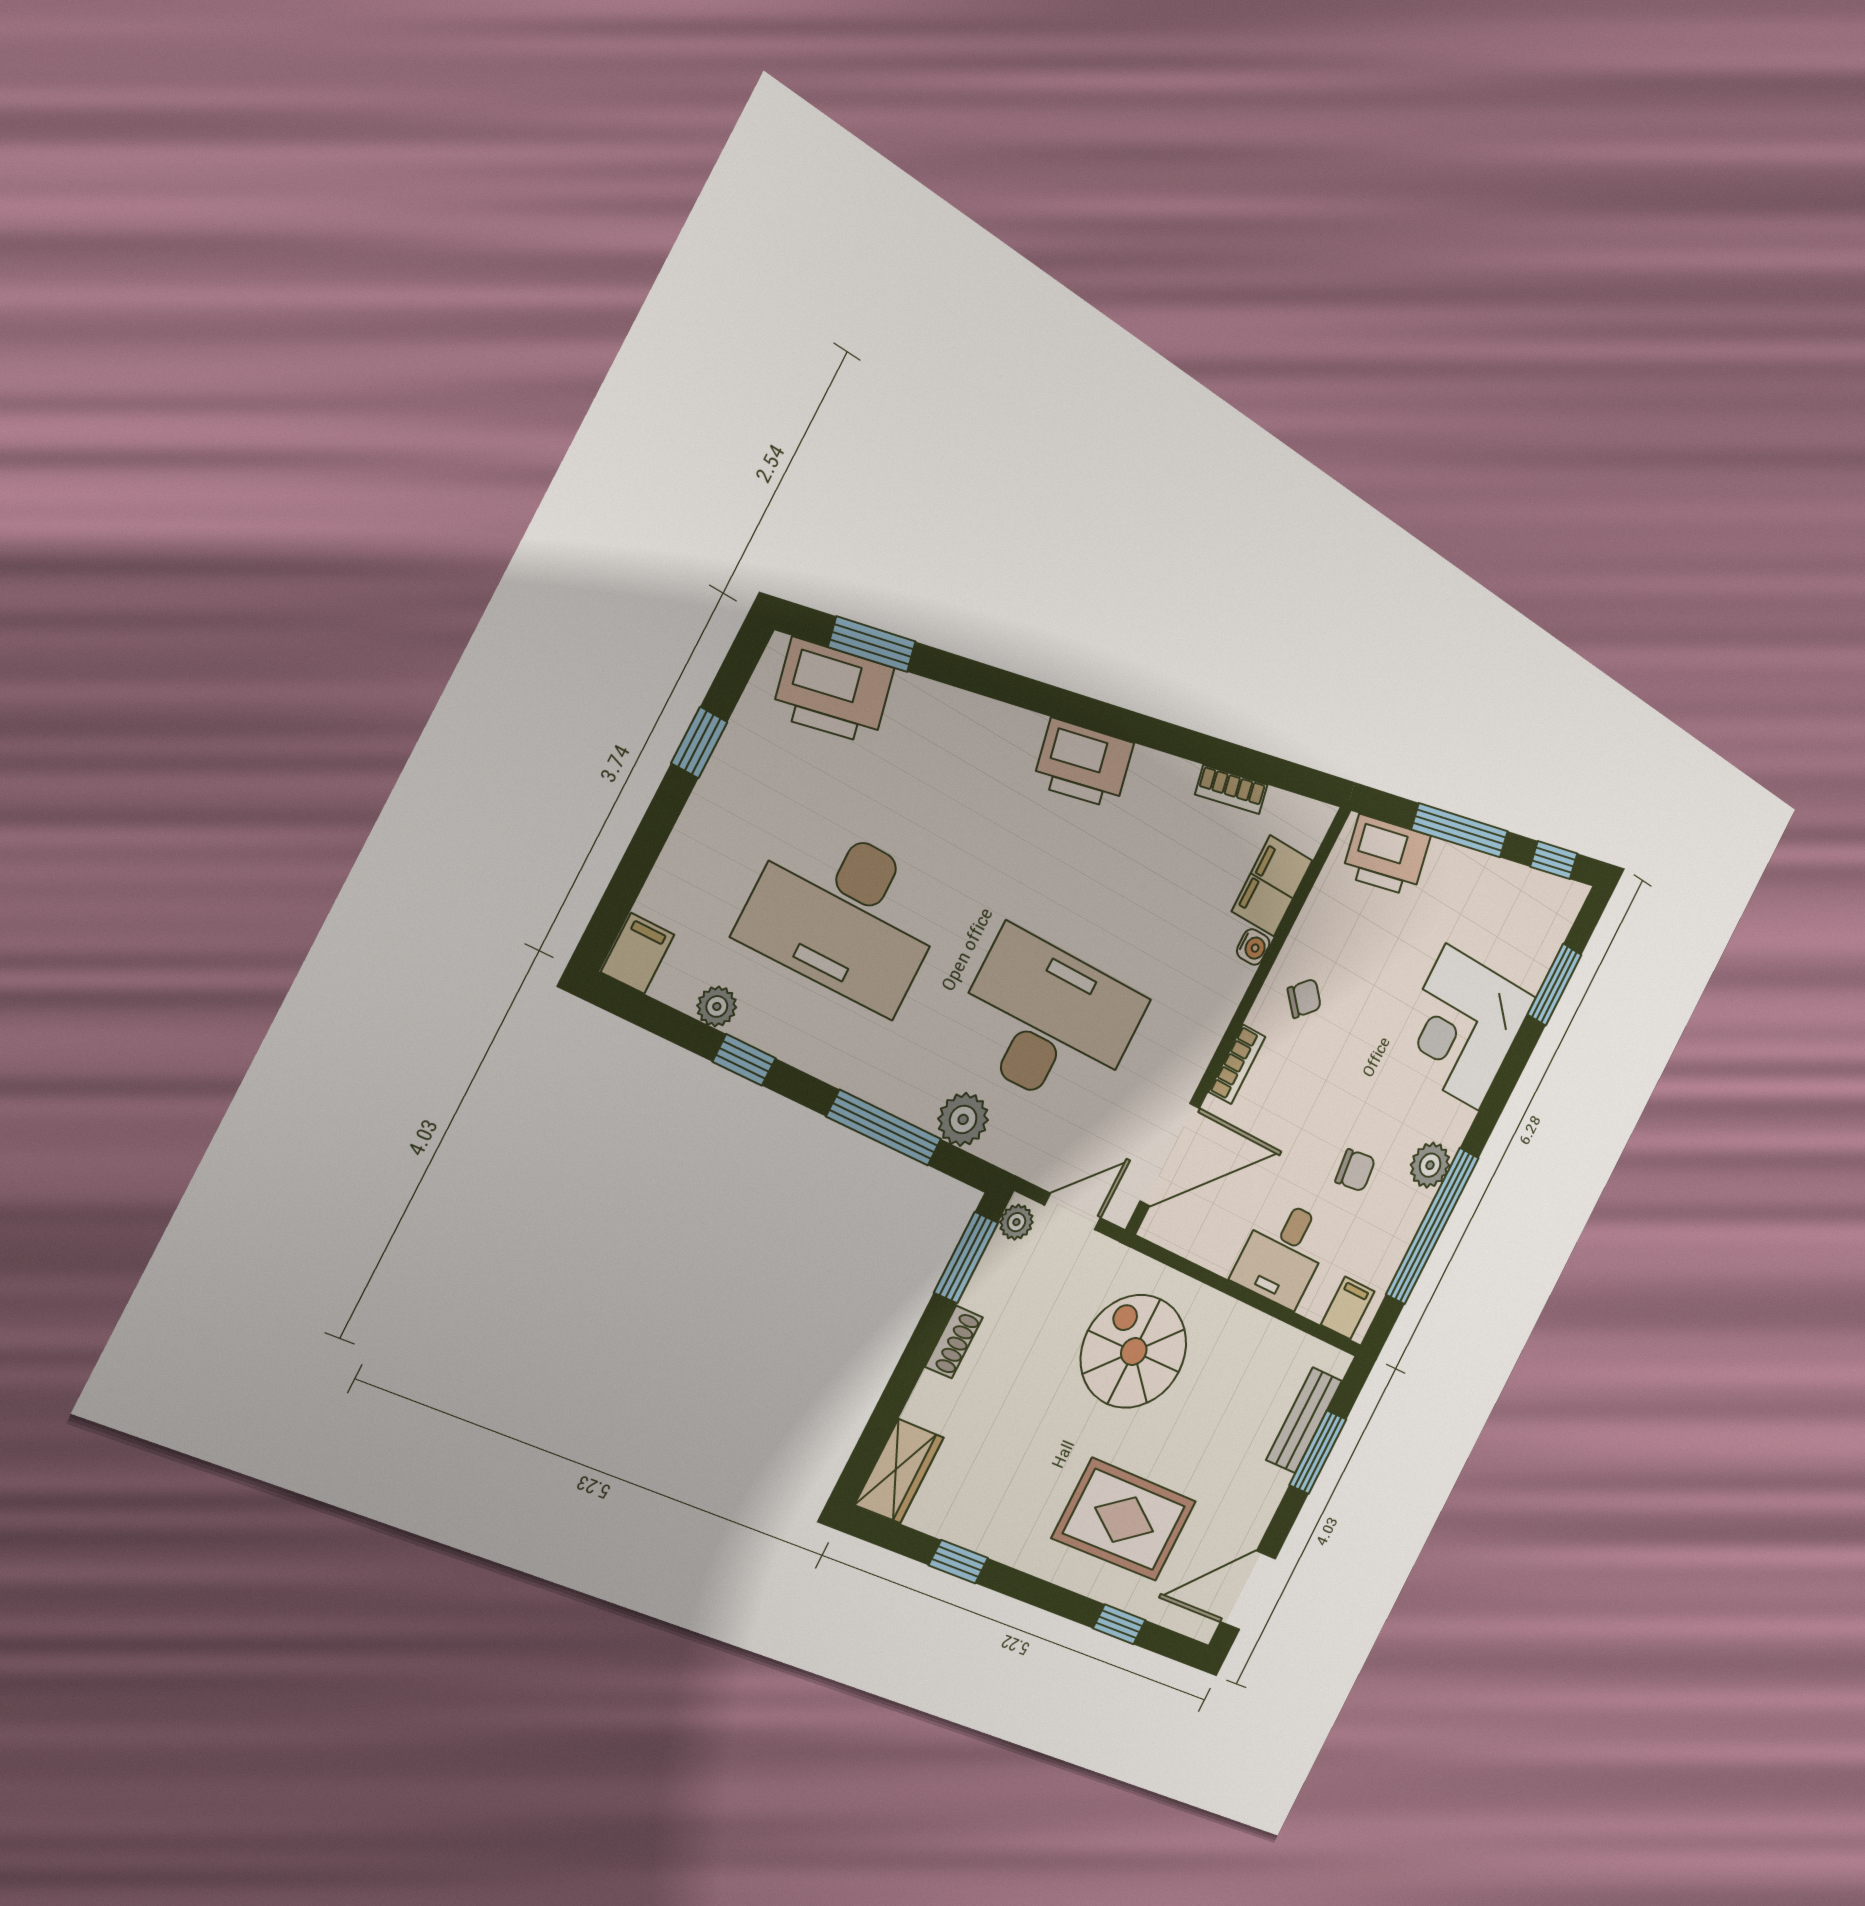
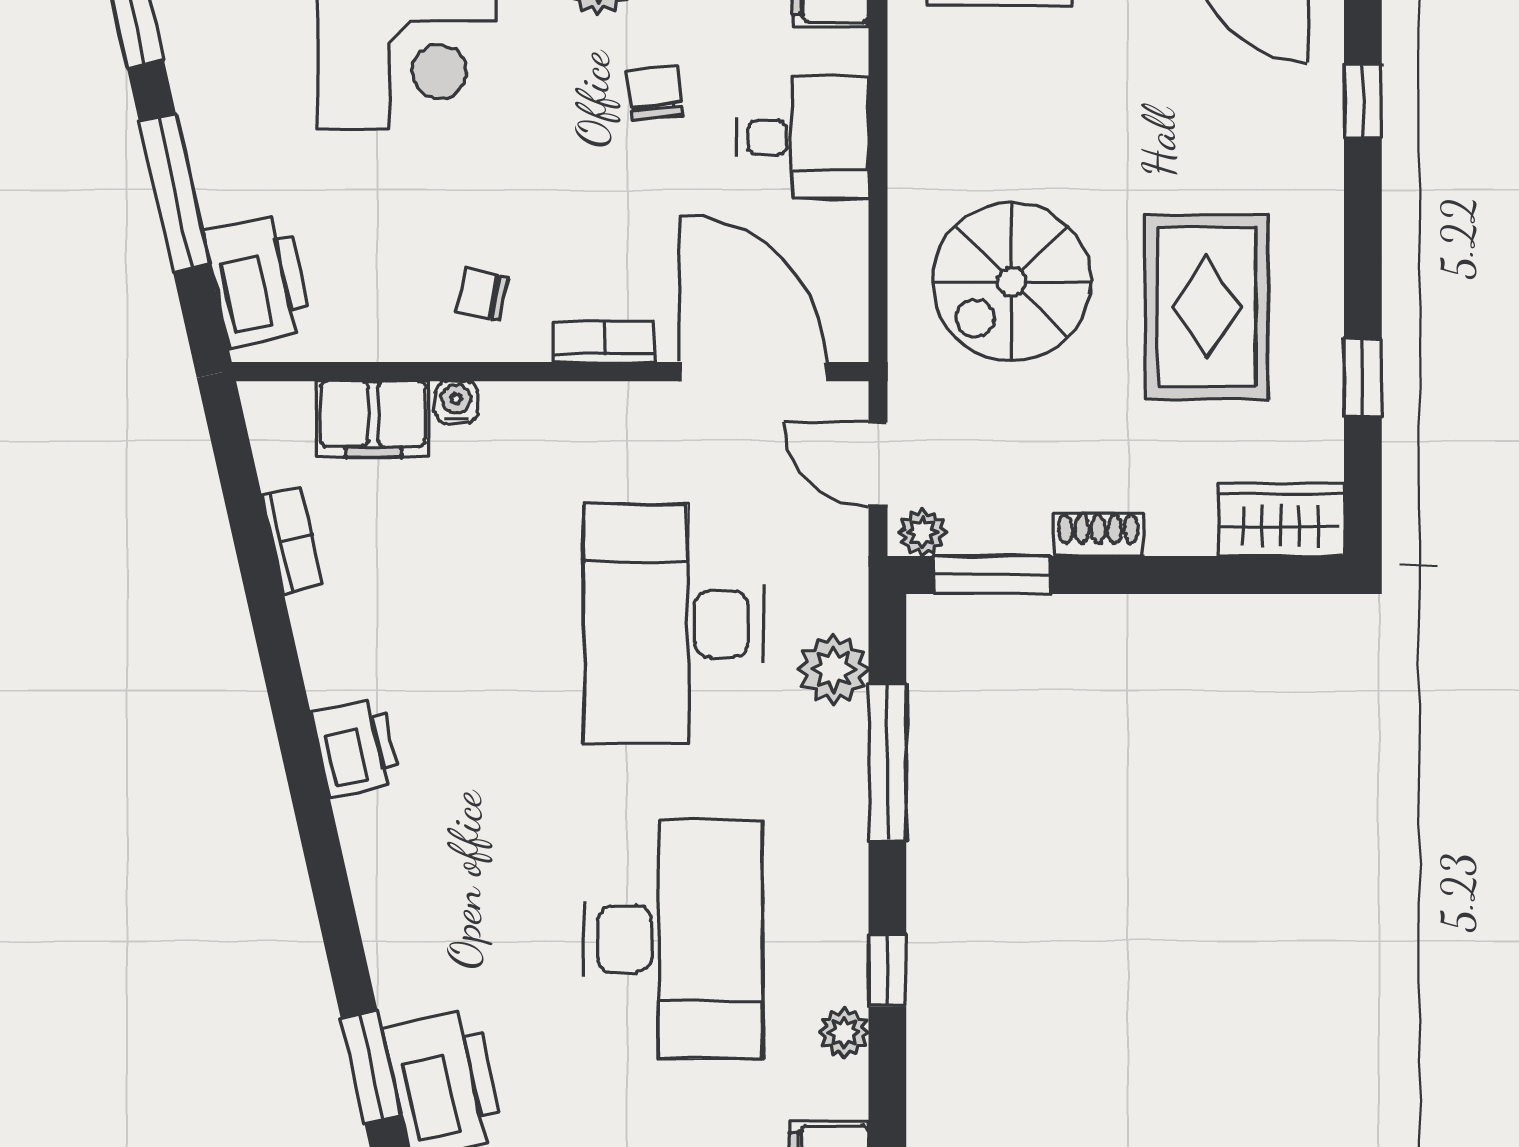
printer: (1084, 764) -> (356, 747), width x0.73, depth x0.84
chair: (1304, 998) -> (482, 294), turned -34
rug: (1124, 1520) -> (1207, 307), moved

